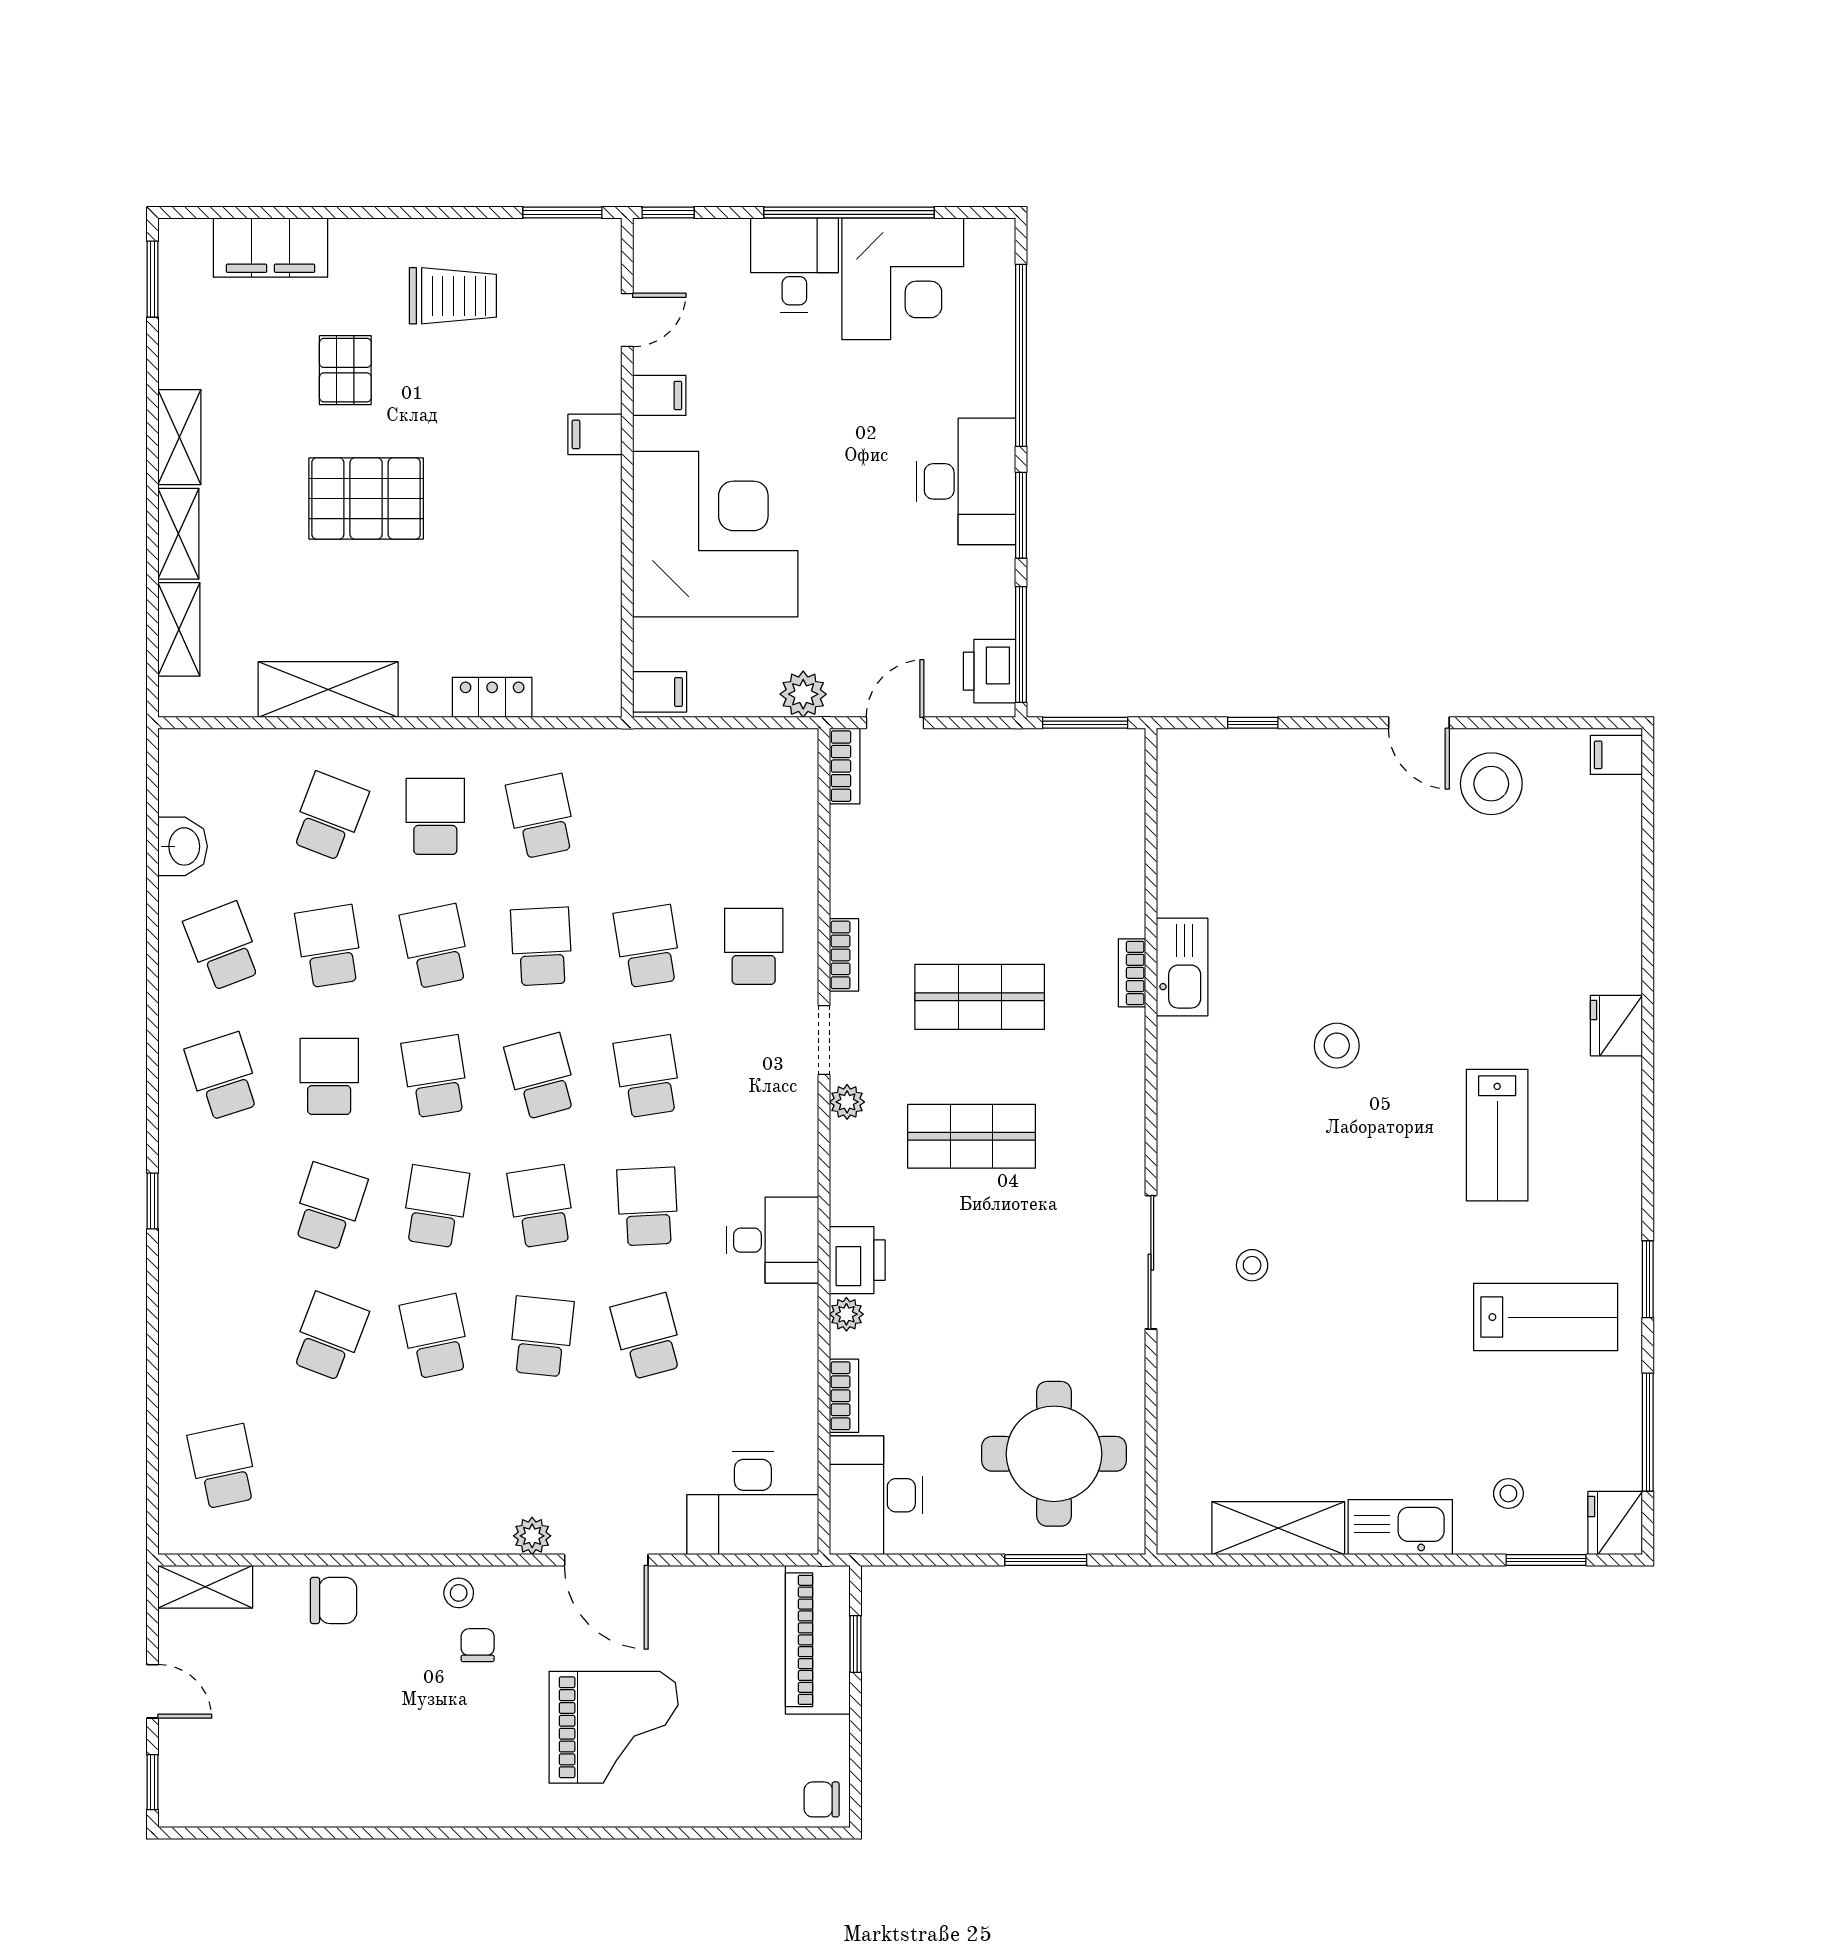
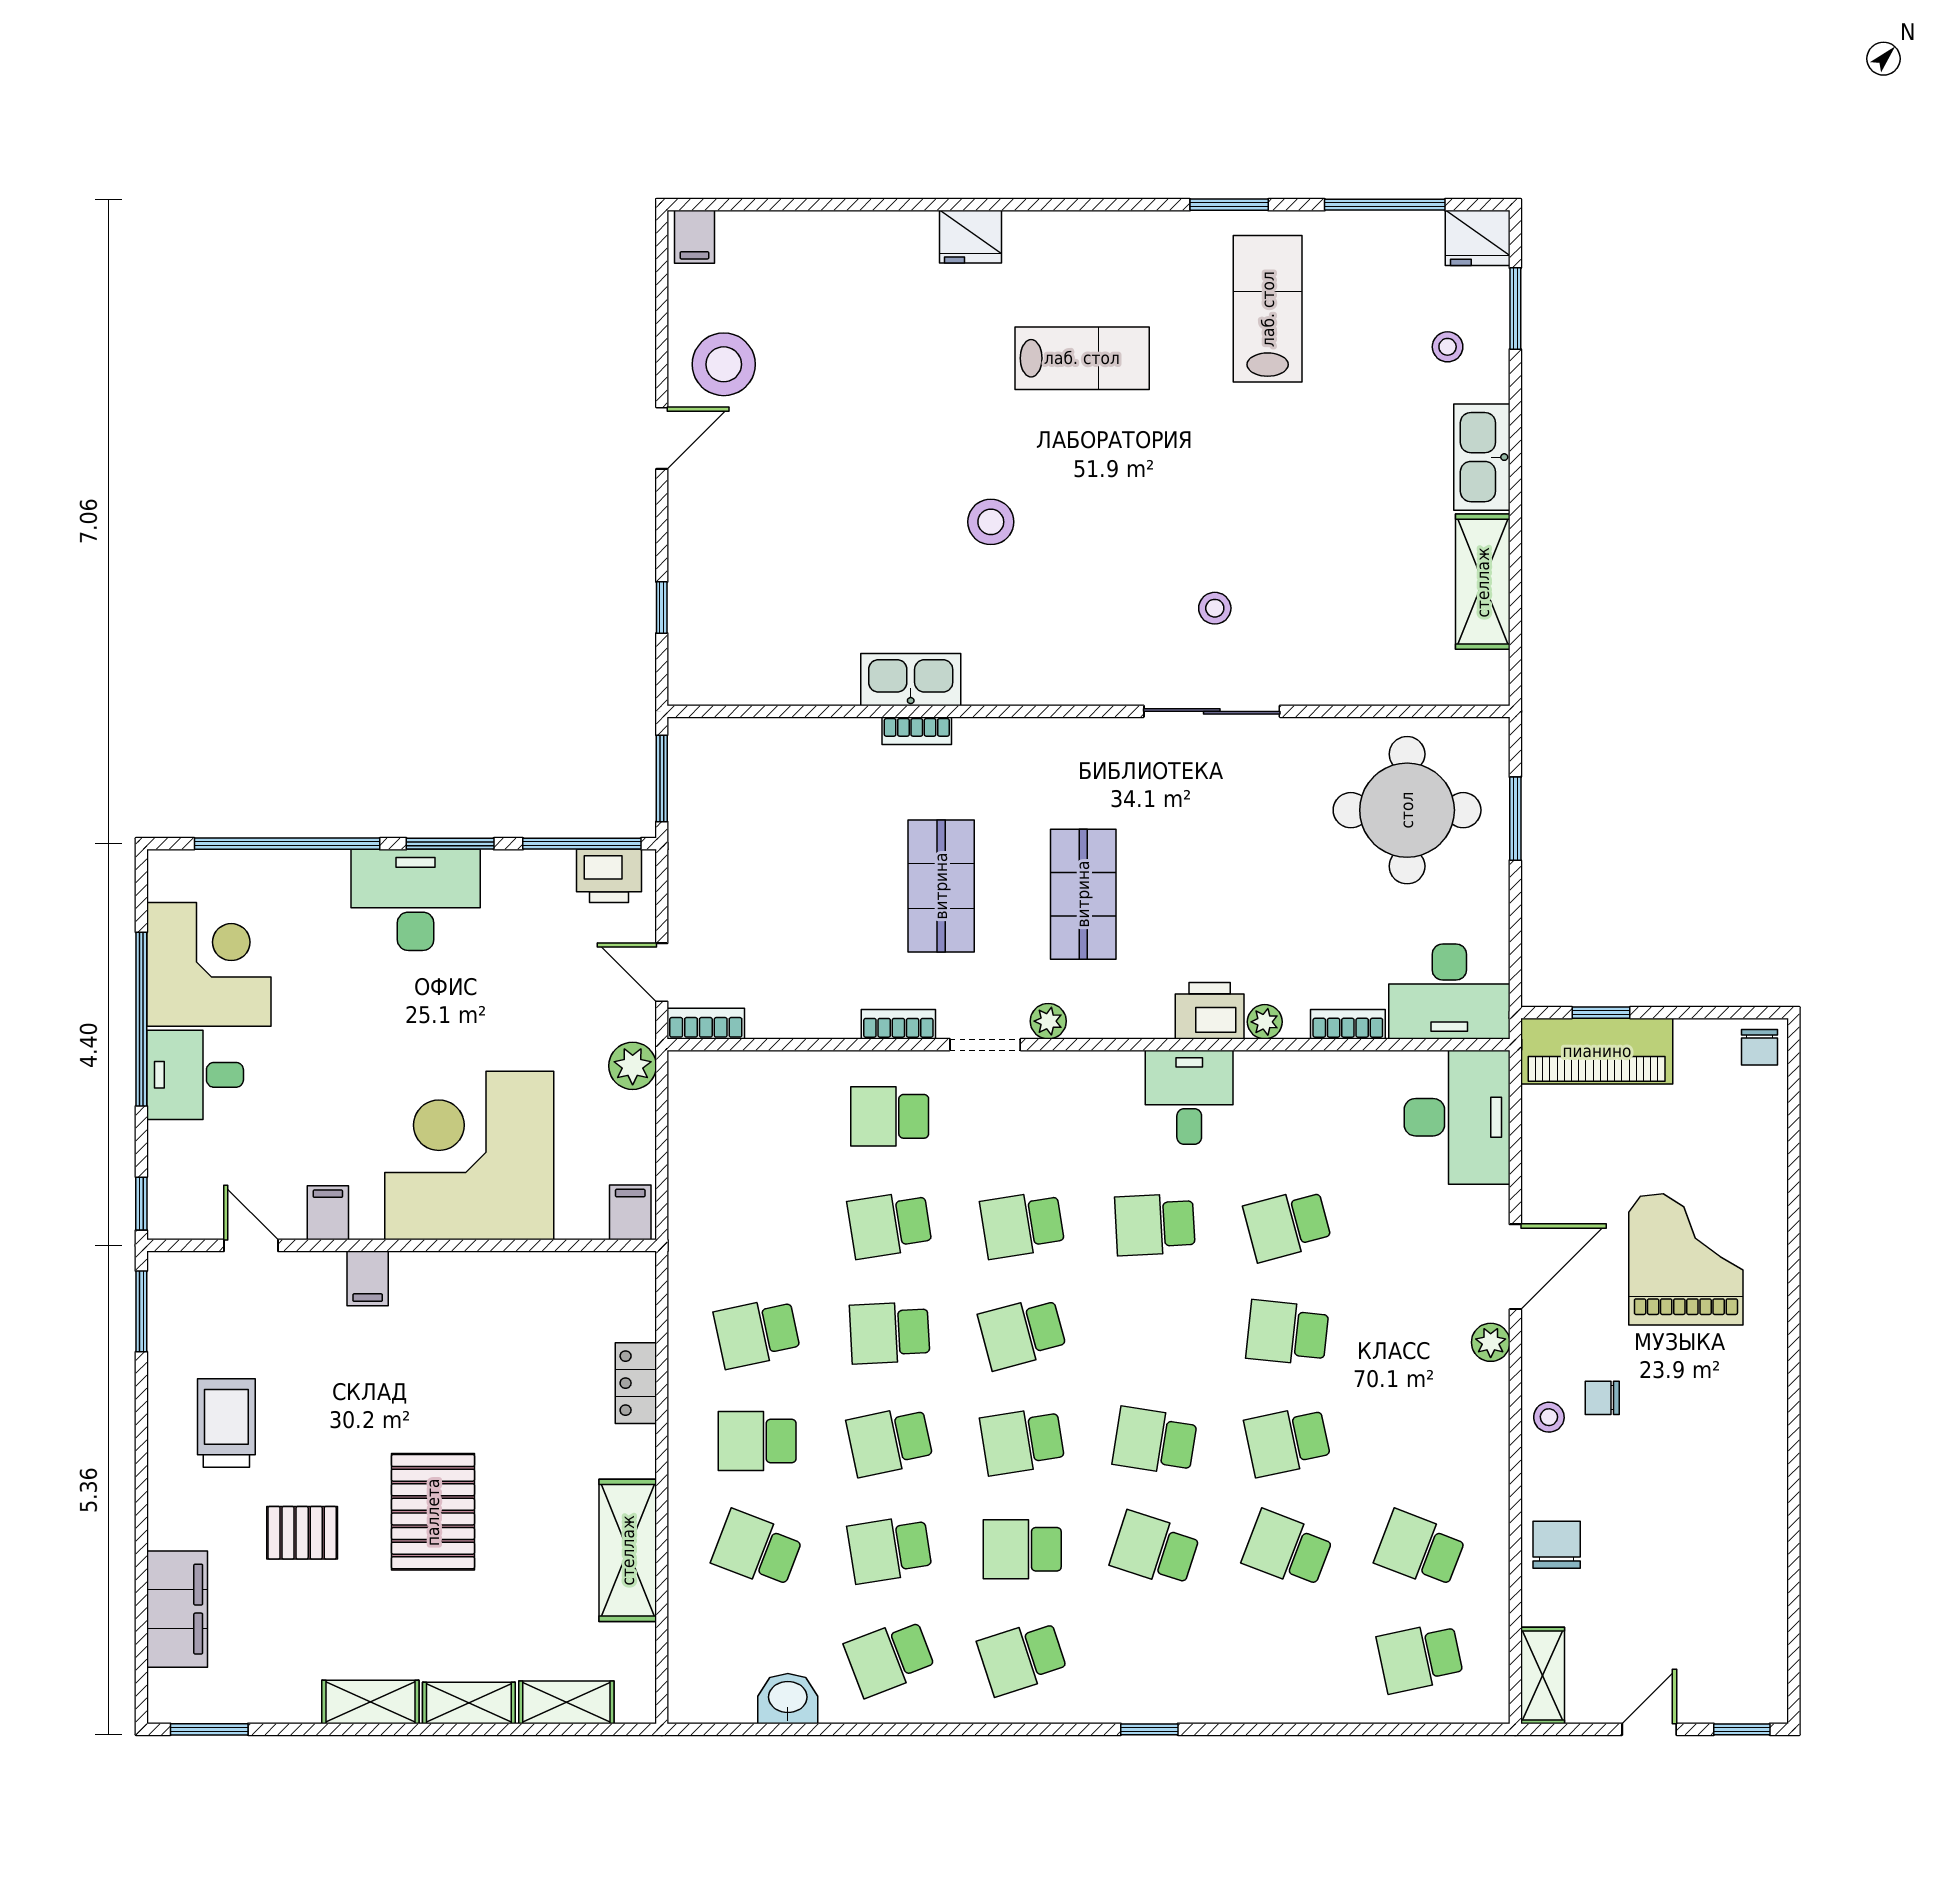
school desk: (541, 1206) -> (1420, 1549), moved, turned 30

